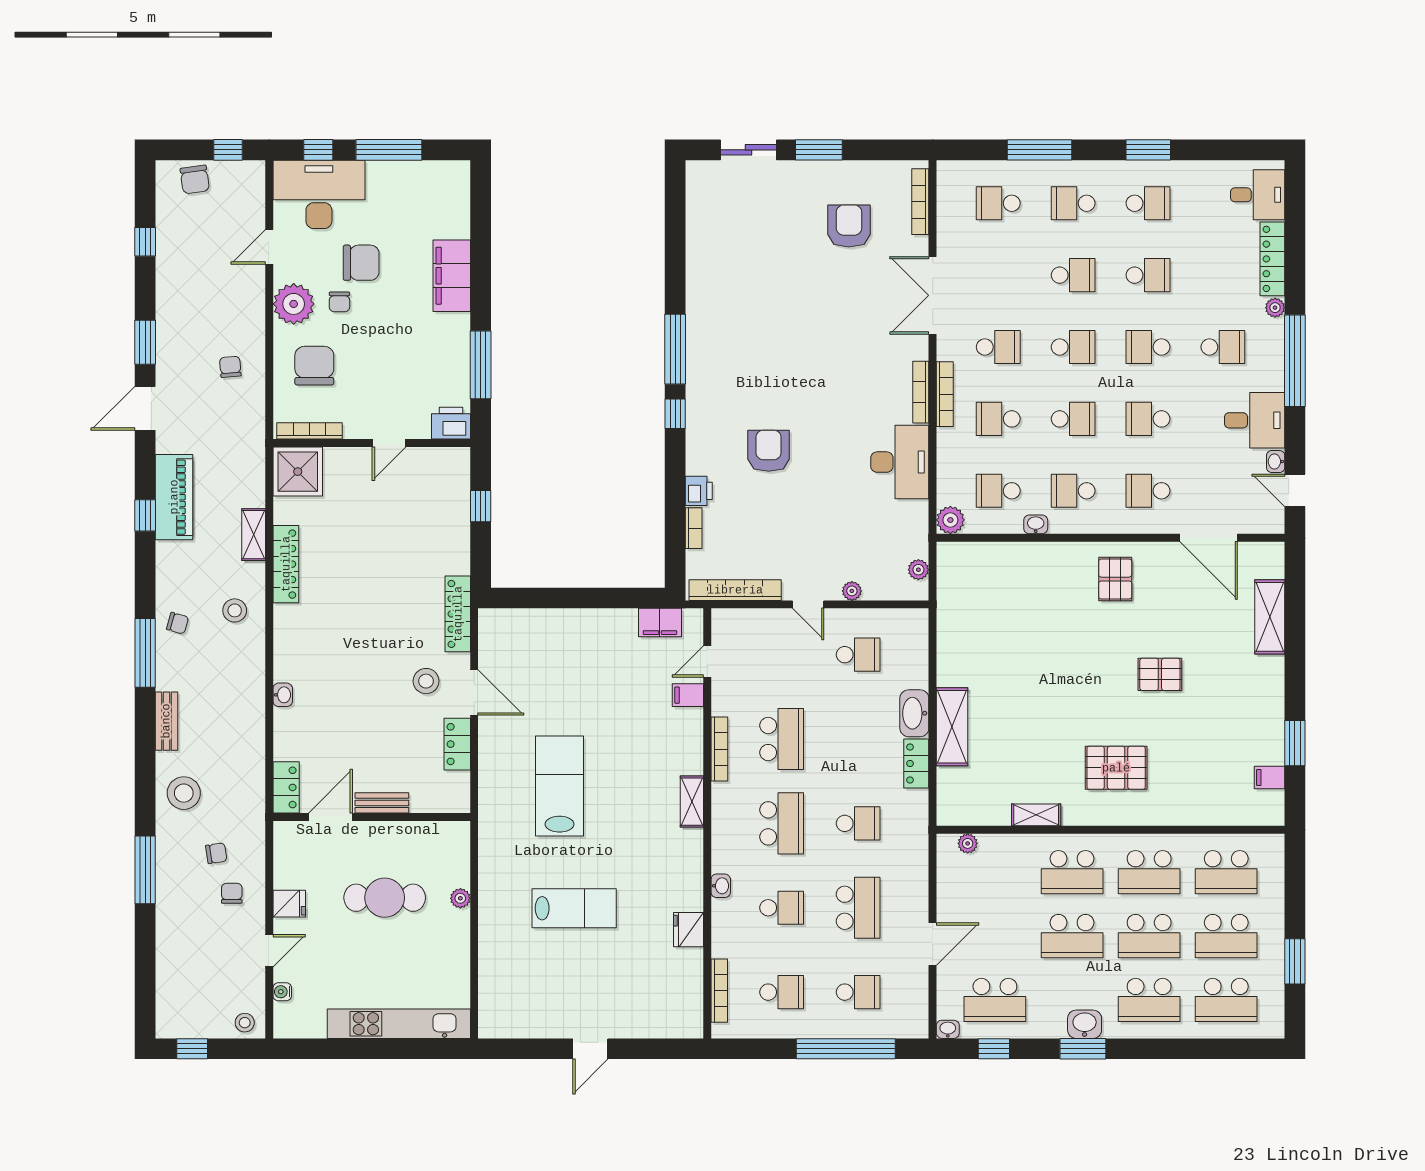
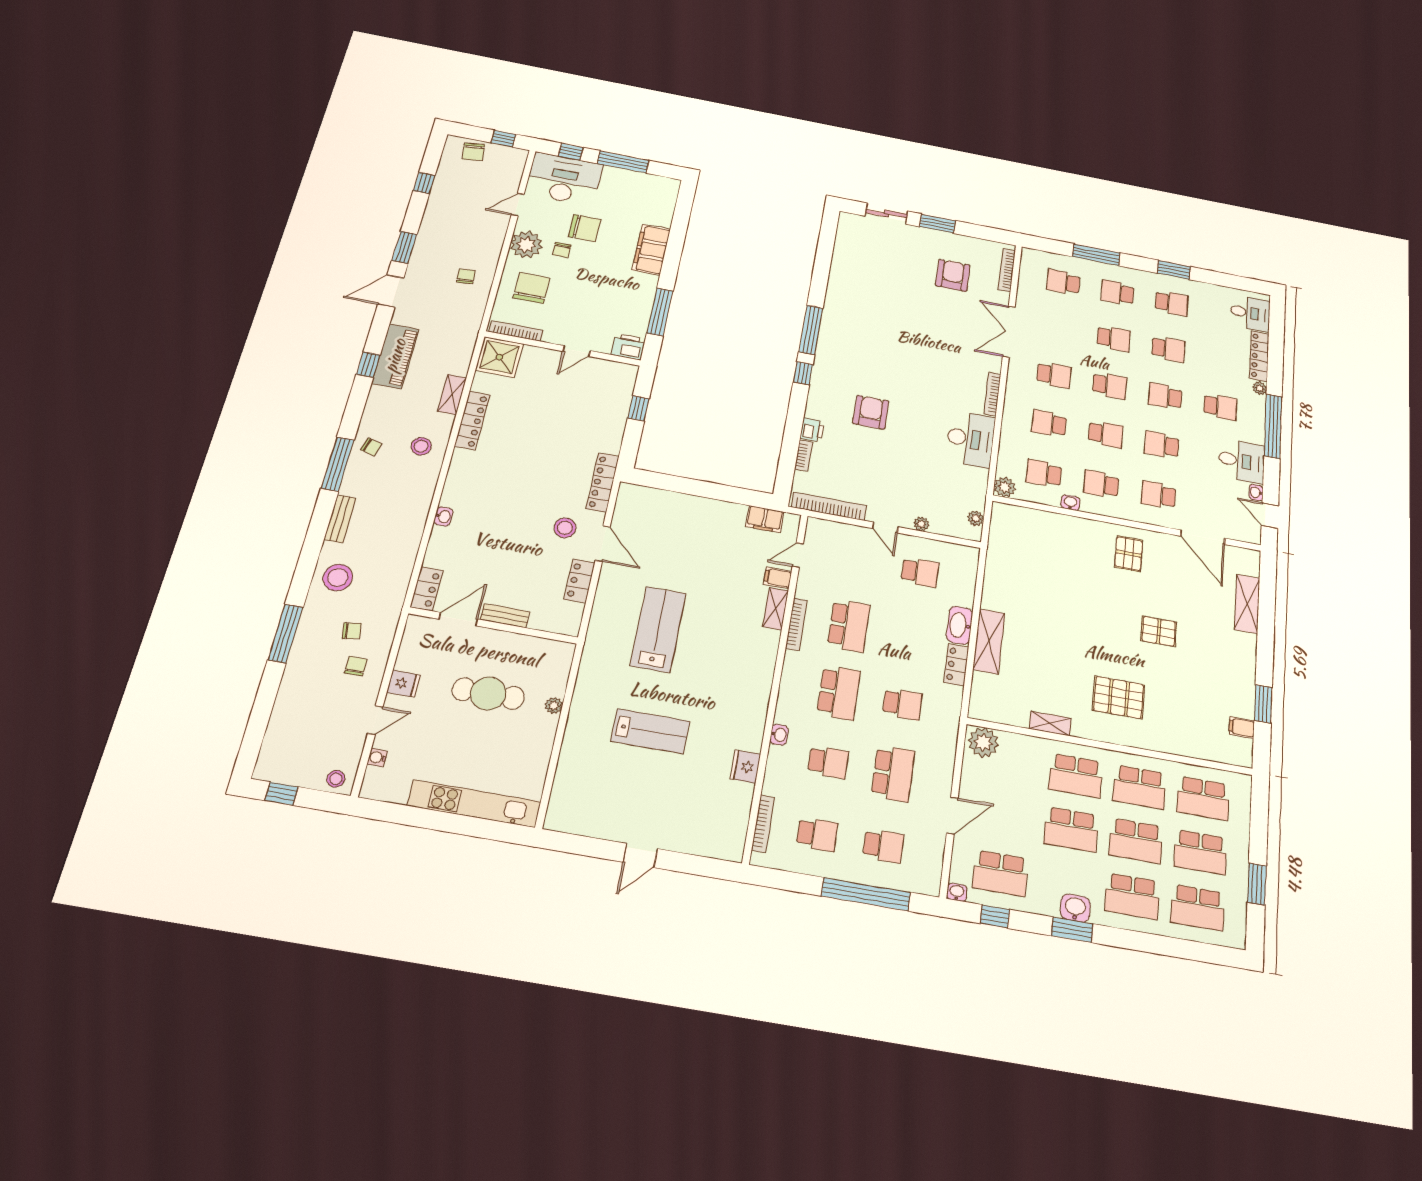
bookcase: (945, 394) -> (1010, 399), removed
shelving: (692, 802) -> (776, 609), moved
plant: (968, 843) -> (983, 742), width x1.87, depth x1.87

